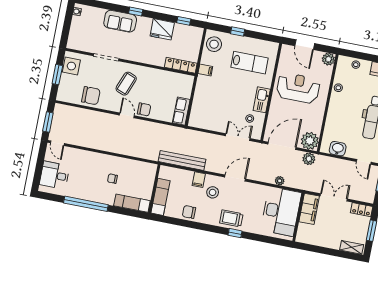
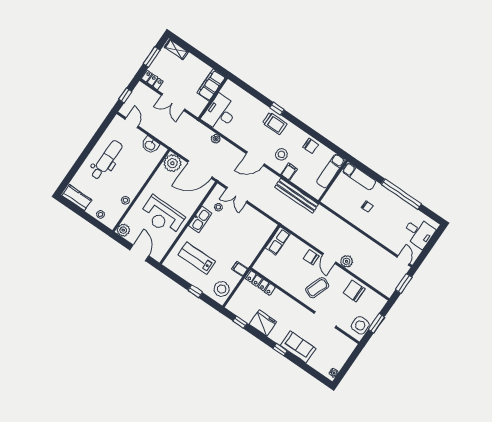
plant: (309, 159) -> (347, 261), moved
filing cabinet: (309, 209) -> (211, 85), moved
desk: (281, 211) -> (220, 113), width x0.73, depth x0.77

